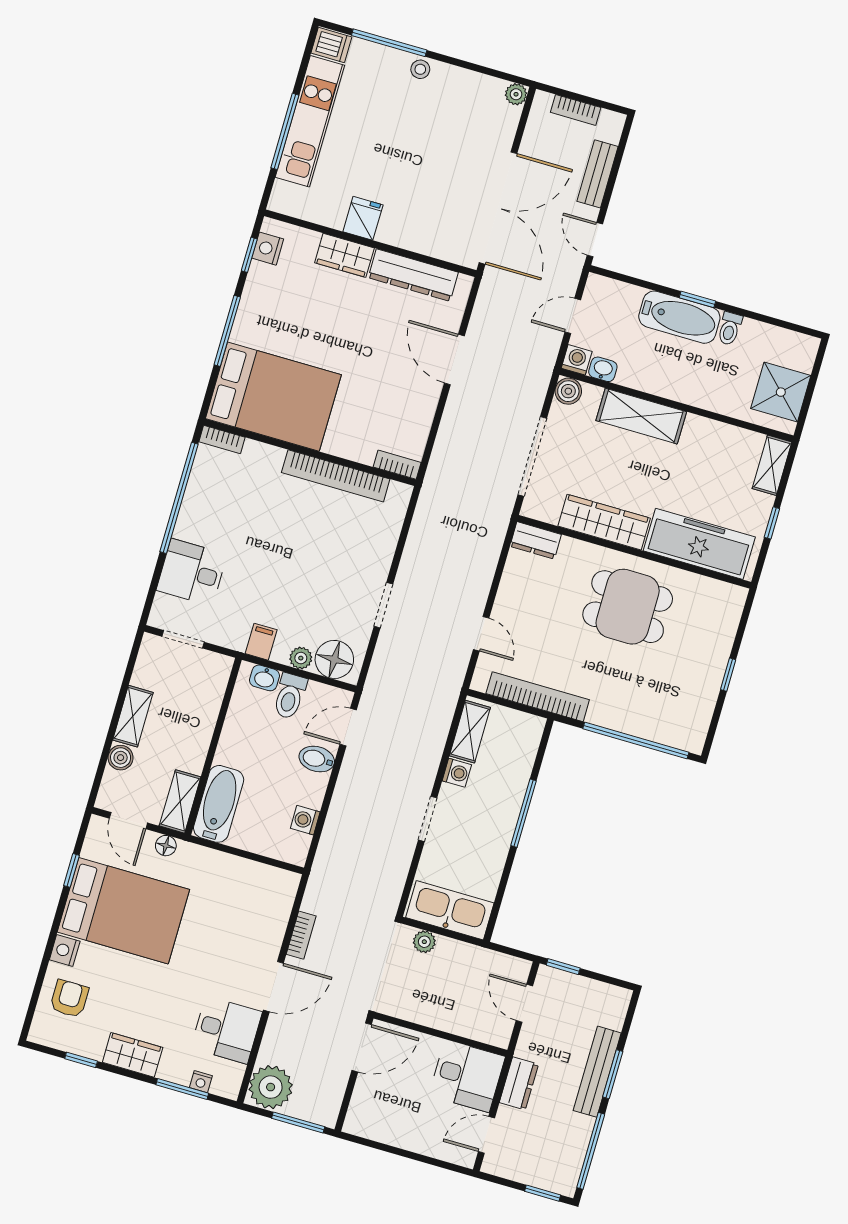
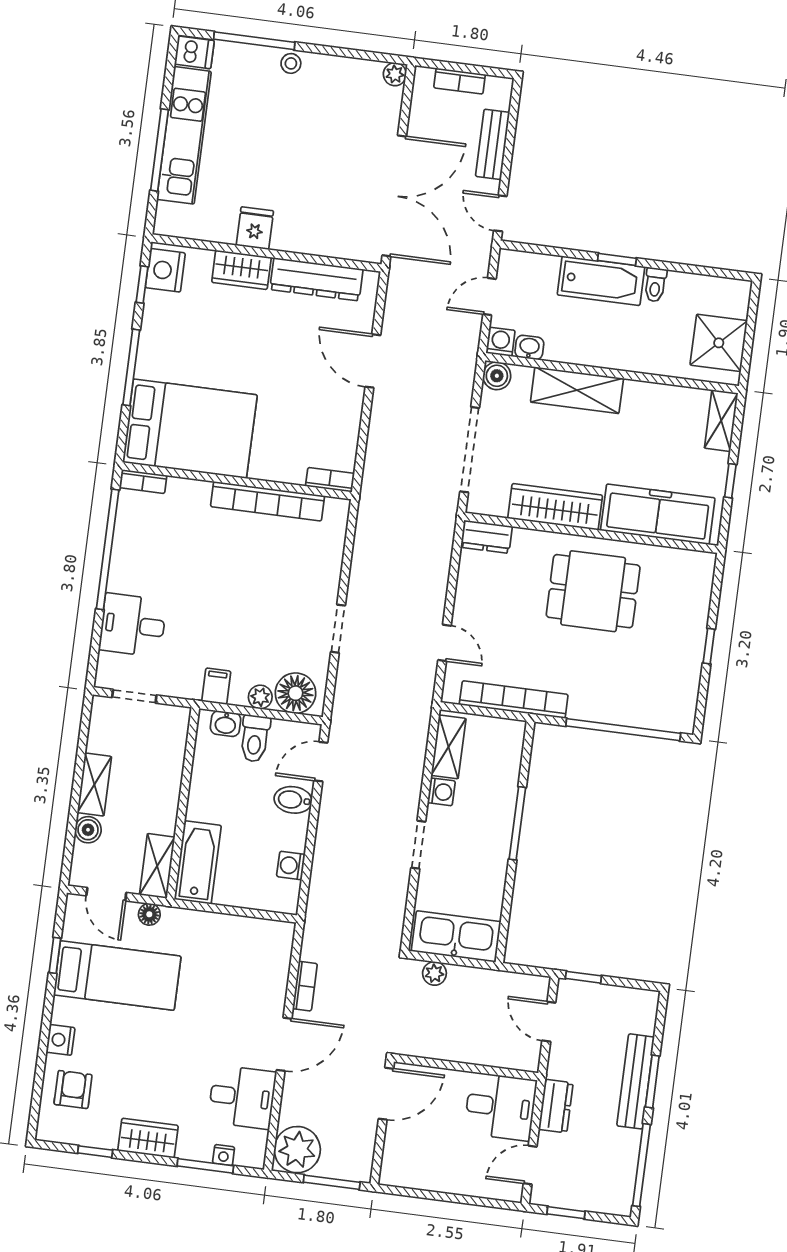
nightstand: (268, 249) -> (165, 270), width x1.36, depth x1.33
bed: (123, 911) -> (117, 976), width x0.67
window: (543, 1193) -> (566, 1213), moved

